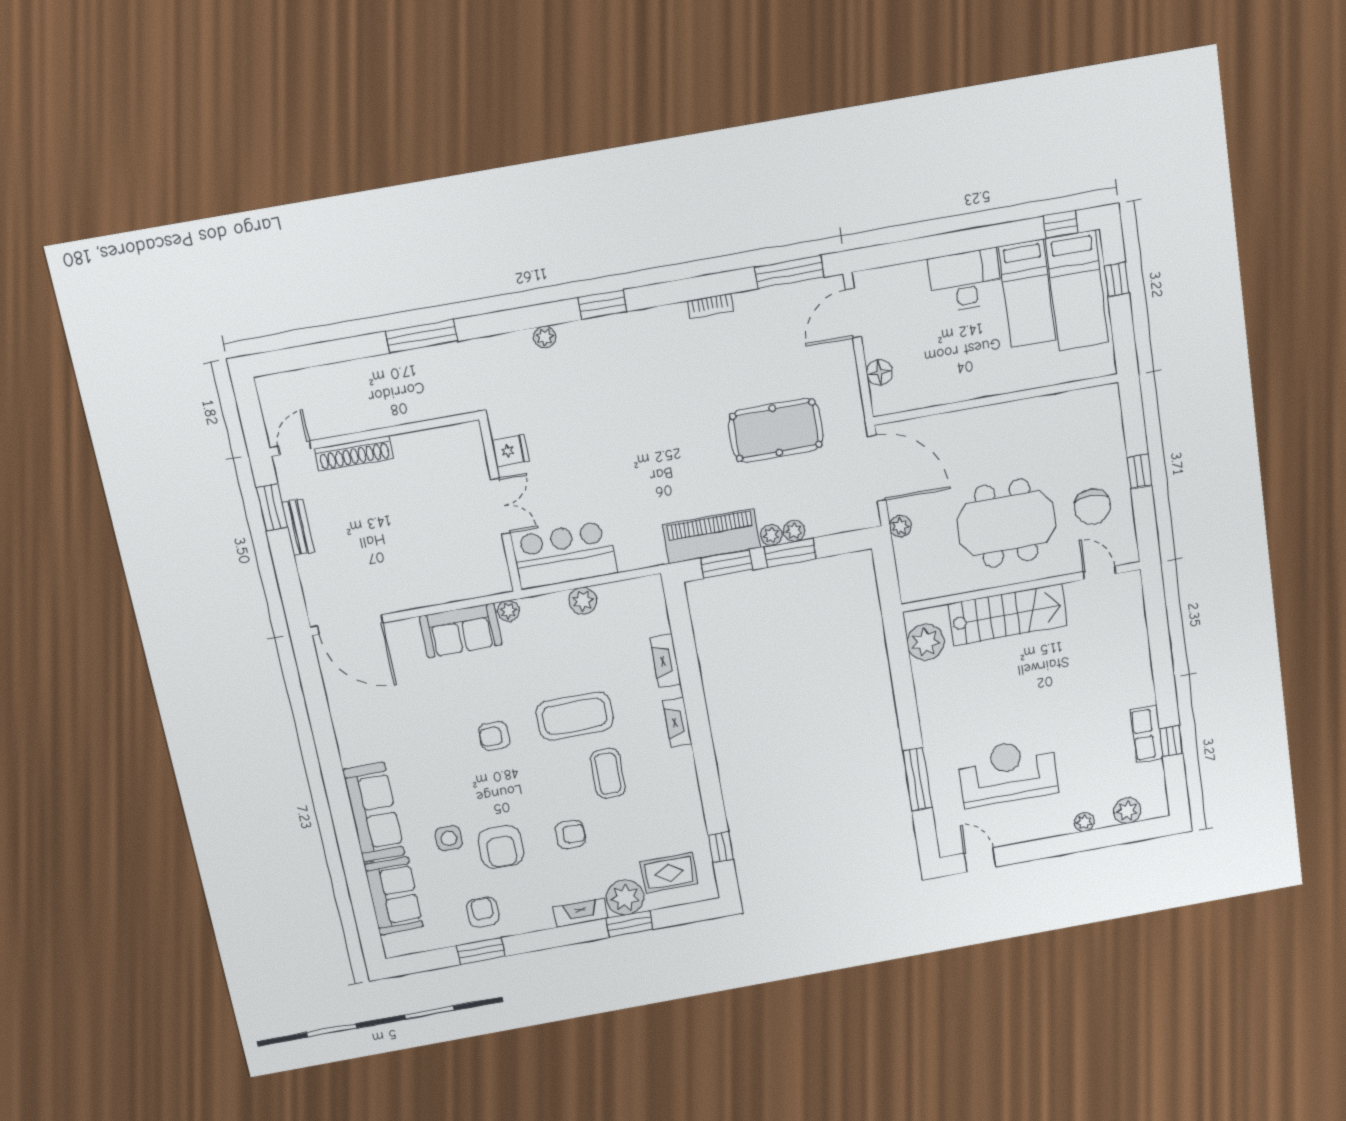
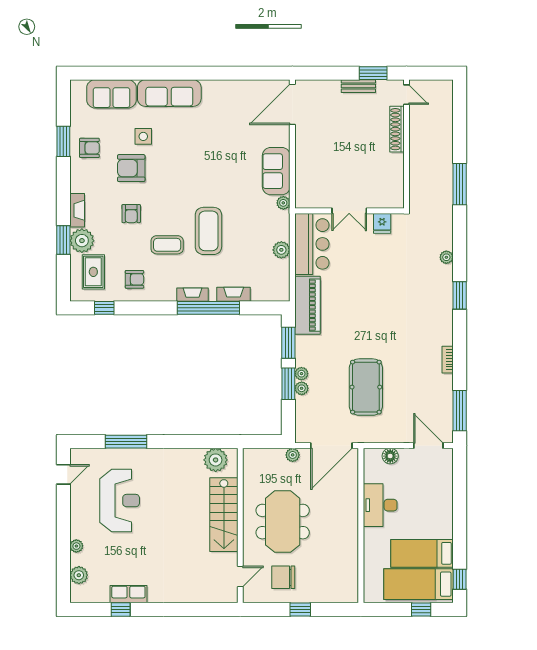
desk: (965, 281) -> (380, 505), moved, turned 180
piano: (712, 536) -> (308, 305), moved
window: (693, 695) -> (208, 308), added
armchair: (494, 736) -> (134, 279), moved, turned 90

